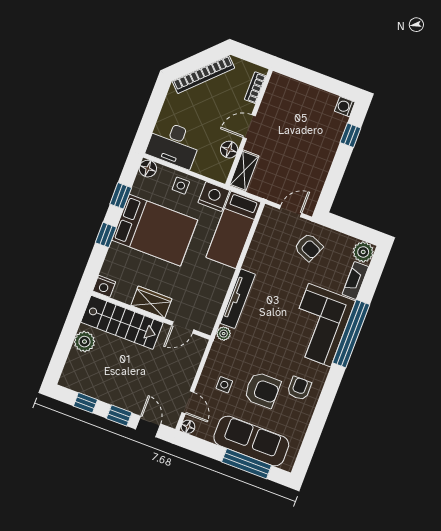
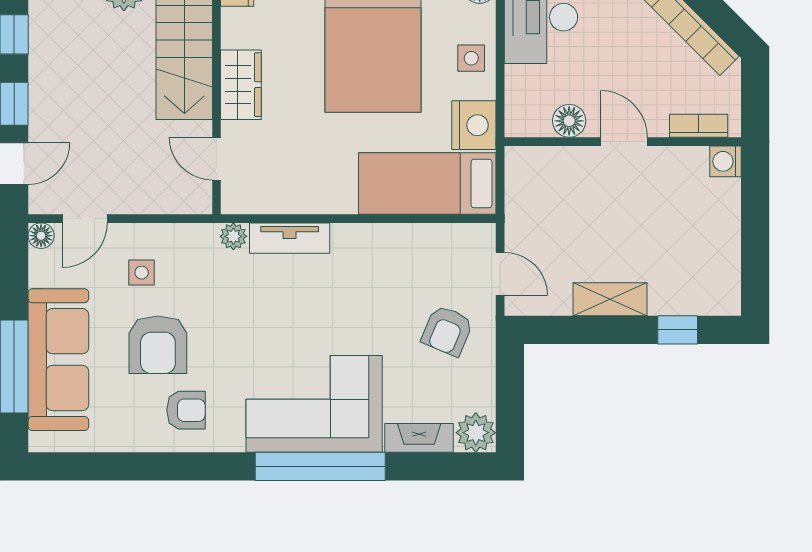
washing machine: (345, 107) -> (725, 161), moved, turned -90
shelving: (244, 171) -> (610, 299), moved
tv unit: (238, 299) -> (290, 238), width x0.71

